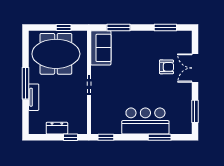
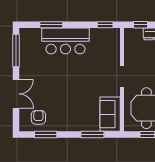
armchair: (166, 67) -> (38, 117), moved, turned 90
window: (195, 111) -> (16, 51), width x1.44

